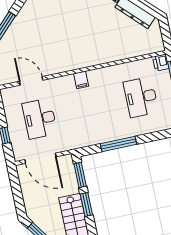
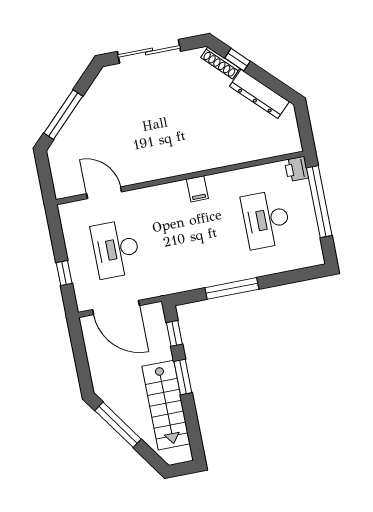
filing cabinet: (81, 80) -> (197, 189), moved
window: (80, 175) -> (174, 333), width x0.67

